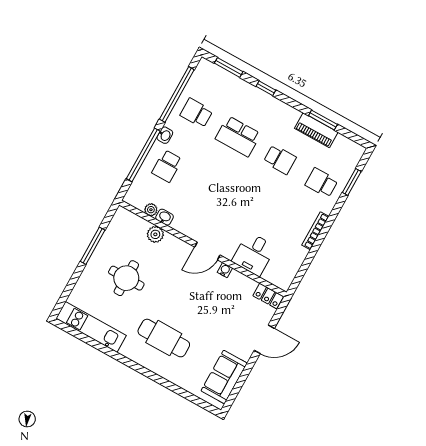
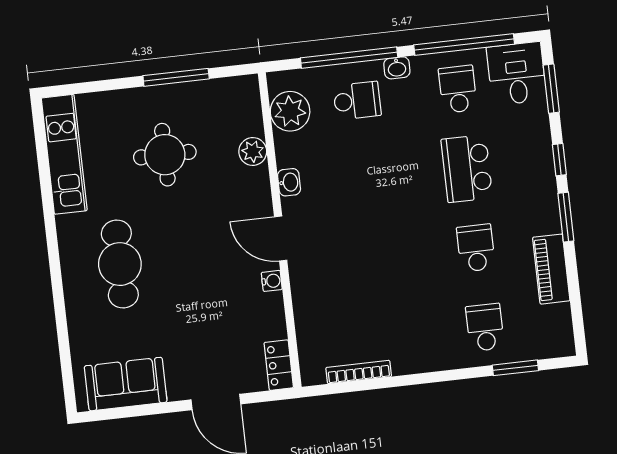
window: (323, 120) -> (566, 217), moved
school desk: (280, 159) -> (476, 248), turned 180
school desk: (167, 166) -> (357, 101), turned 180
plant: (151, 210) -> (290, 111), width x1.88, depth x1.88
washbasin: (165, 217) -> (289, 182), moved
bookcase: (315, 231) -> (359, 372), moved
desk: (254, 254) -> (517, 74), moved, turned 90

